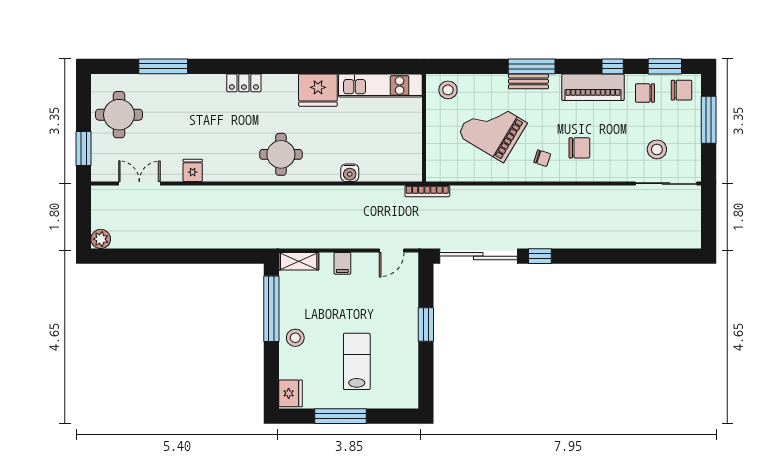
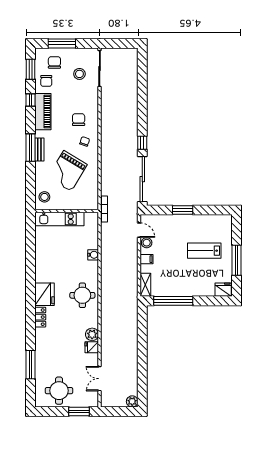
kitchen unit: (380, 85) -> (59, 219), moved, turned 90
fridge: (318, 90) -> (44, 294), moved
chair: (681, 90) -> (54, 62), moved
plant: (215, 171) -> (92, 334), added
stool: (295, 338) -> (147, 243), moved

